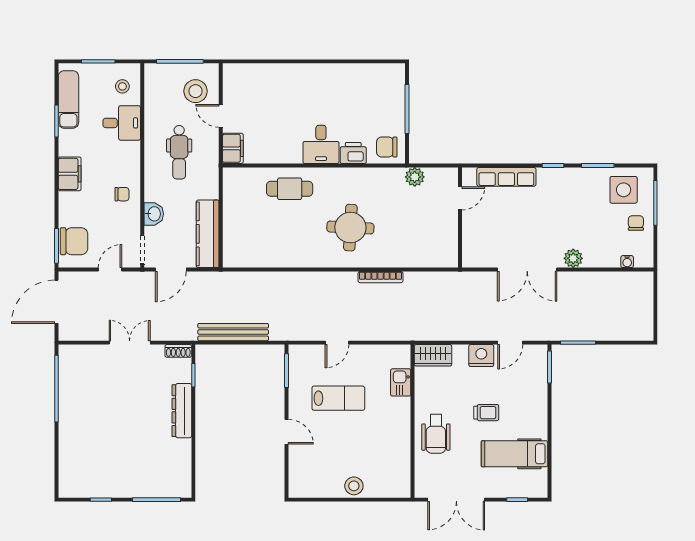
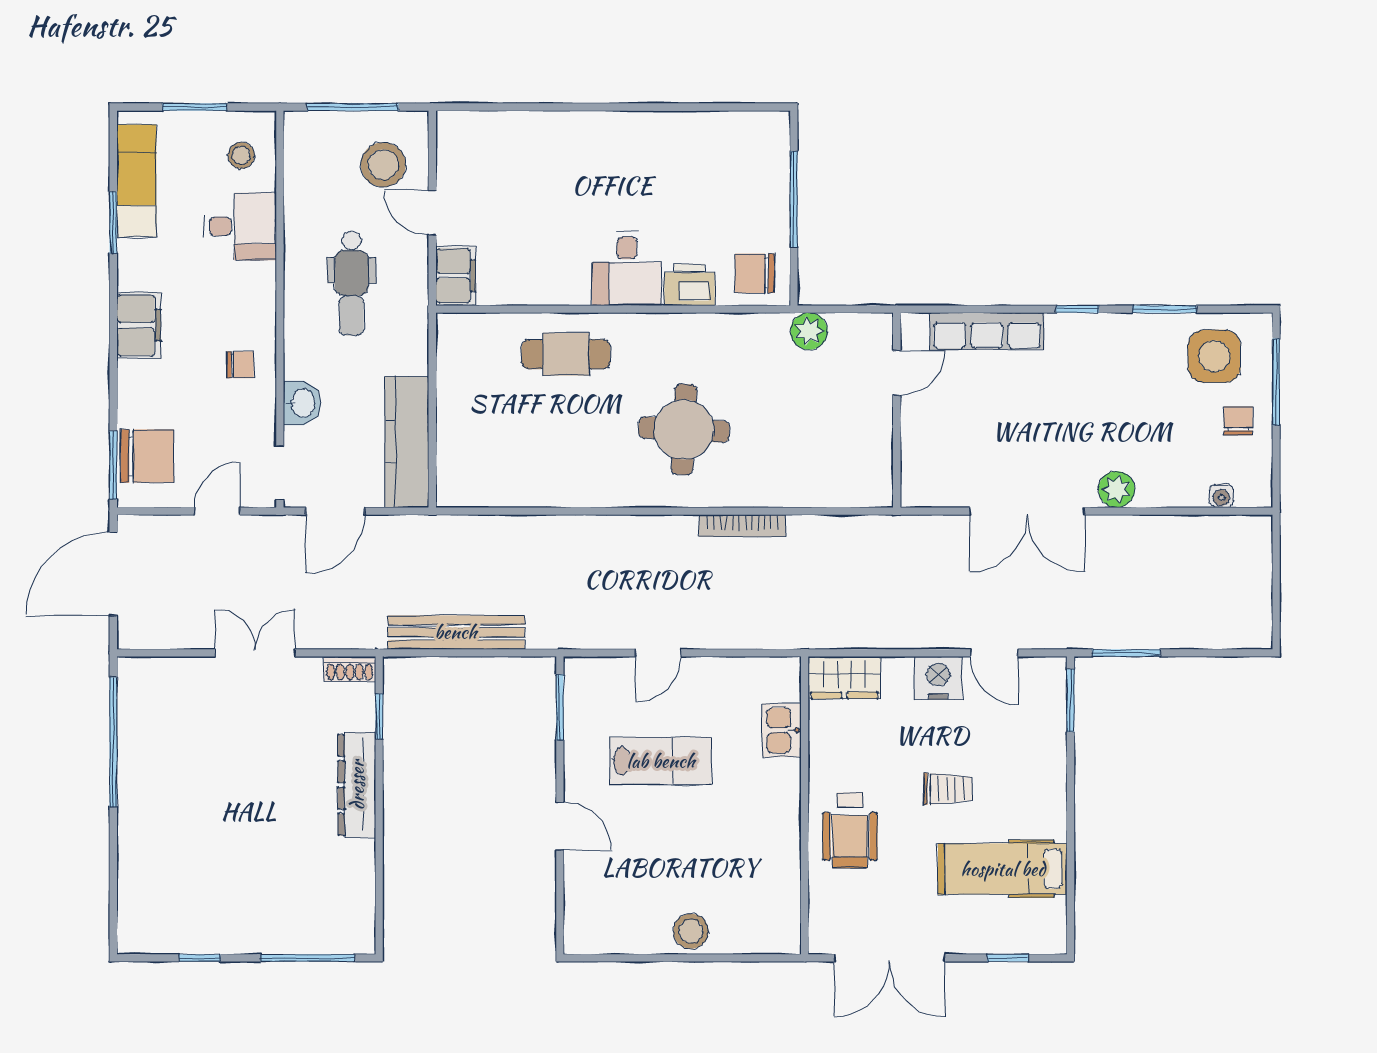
door: (510, 343) -> (994, 653), hinge flipped

